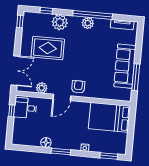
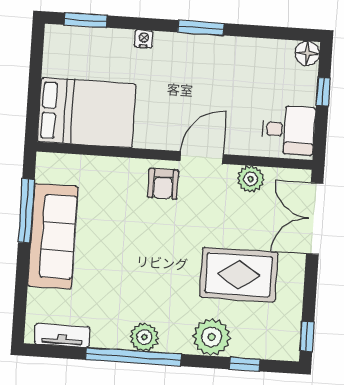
window: (12, 111) -> (323, 92), moved
floor lamp: (46, 142) -> (307, 53), moved

